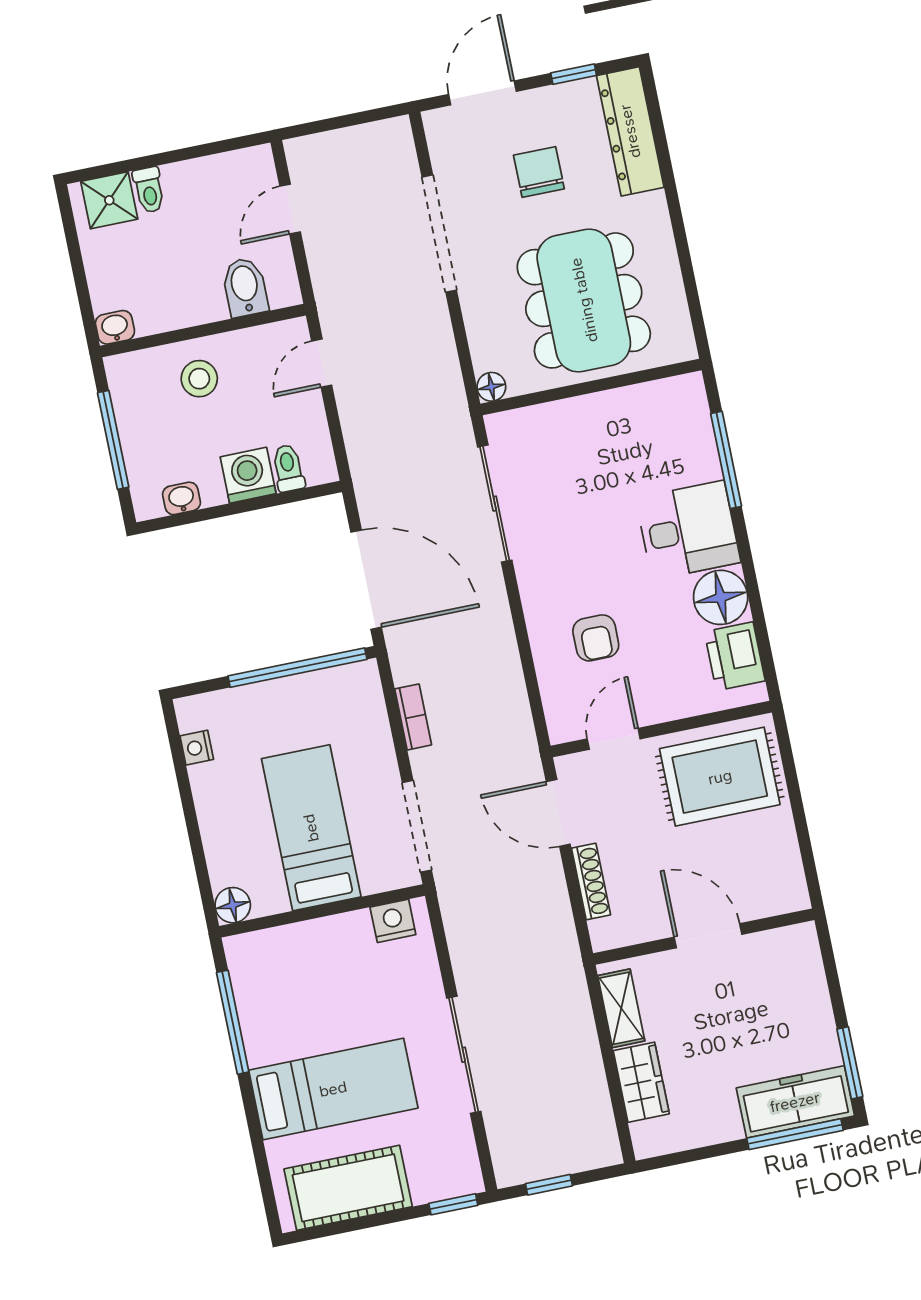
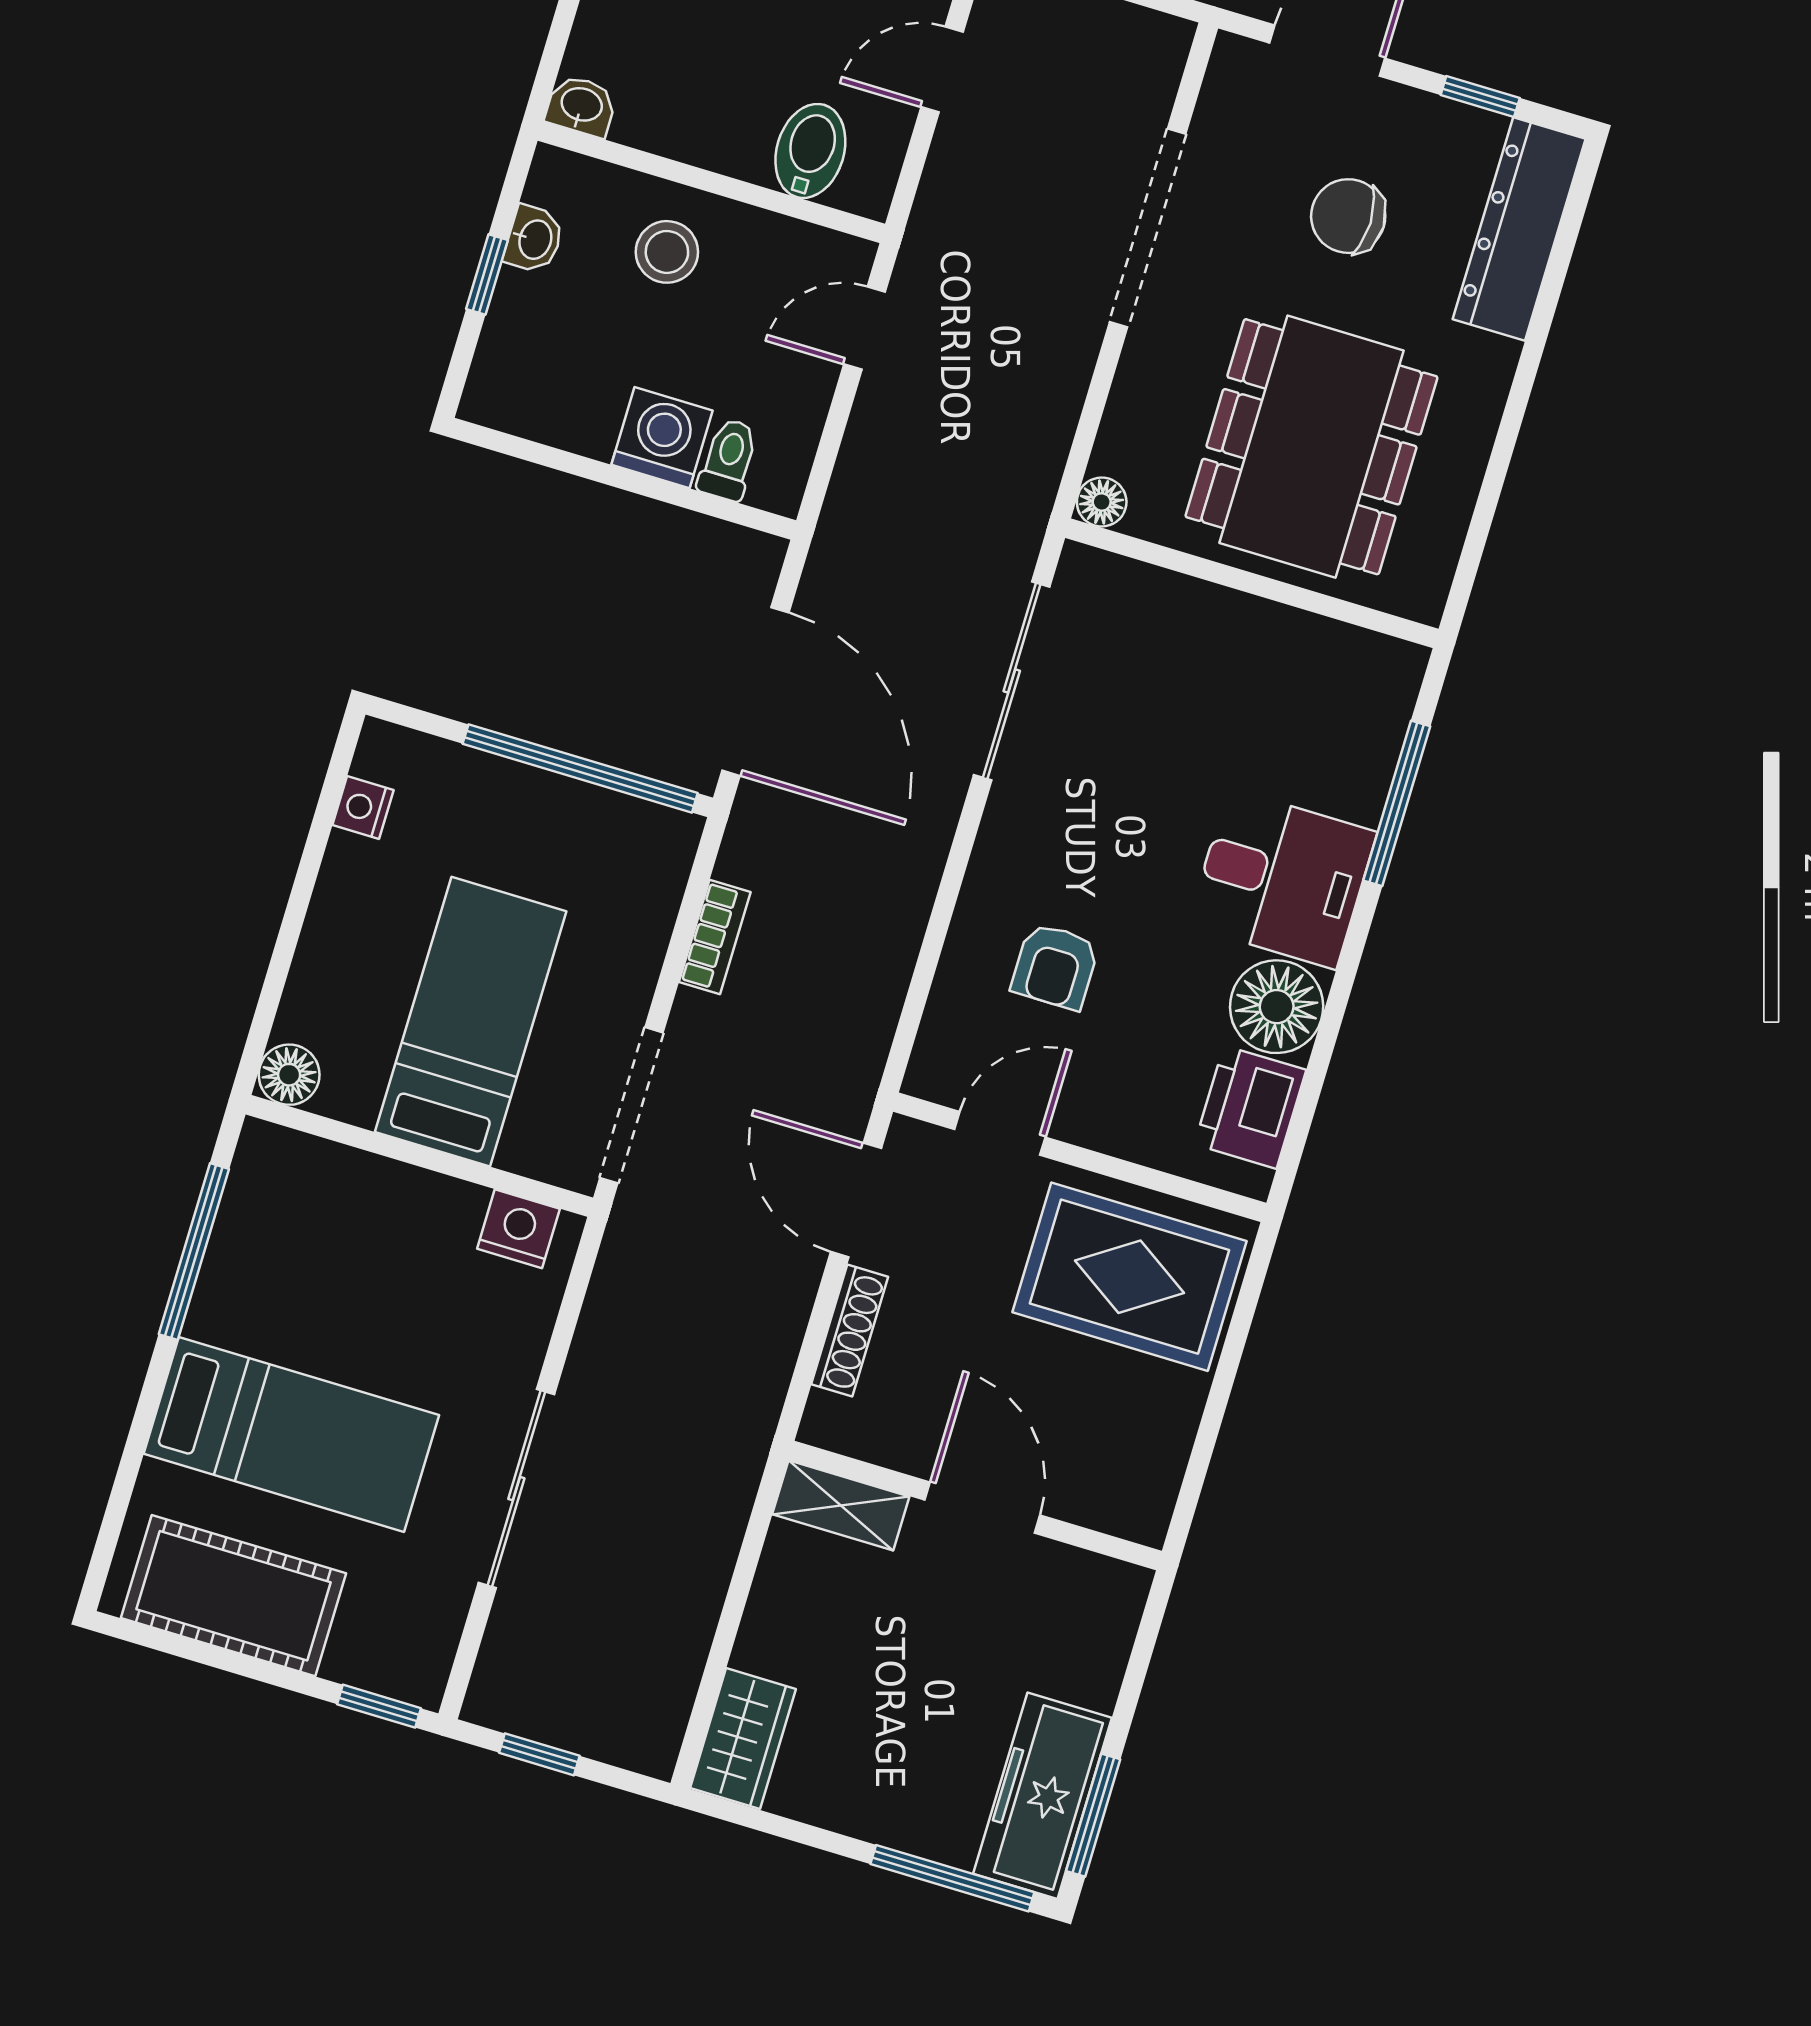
chair: (539, 172) -> (1348, 216), turned -90
window: (113, 440) -> (487, 275), width x0.46
washbasin: (181, 498) -> (534, 239), moved, turned 90
shelving: (621, 1008) -> (841, 1505), moved, turned 90
wardrobe: (641, 1082) -> (743, 1738), moved
freezer: (795, 1102) -> (1043, 1796), moved, turned -90

